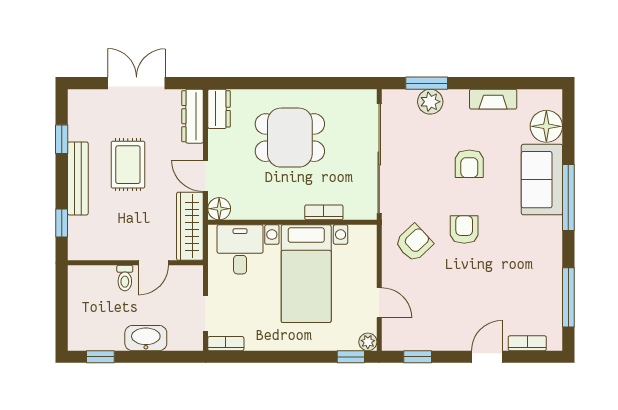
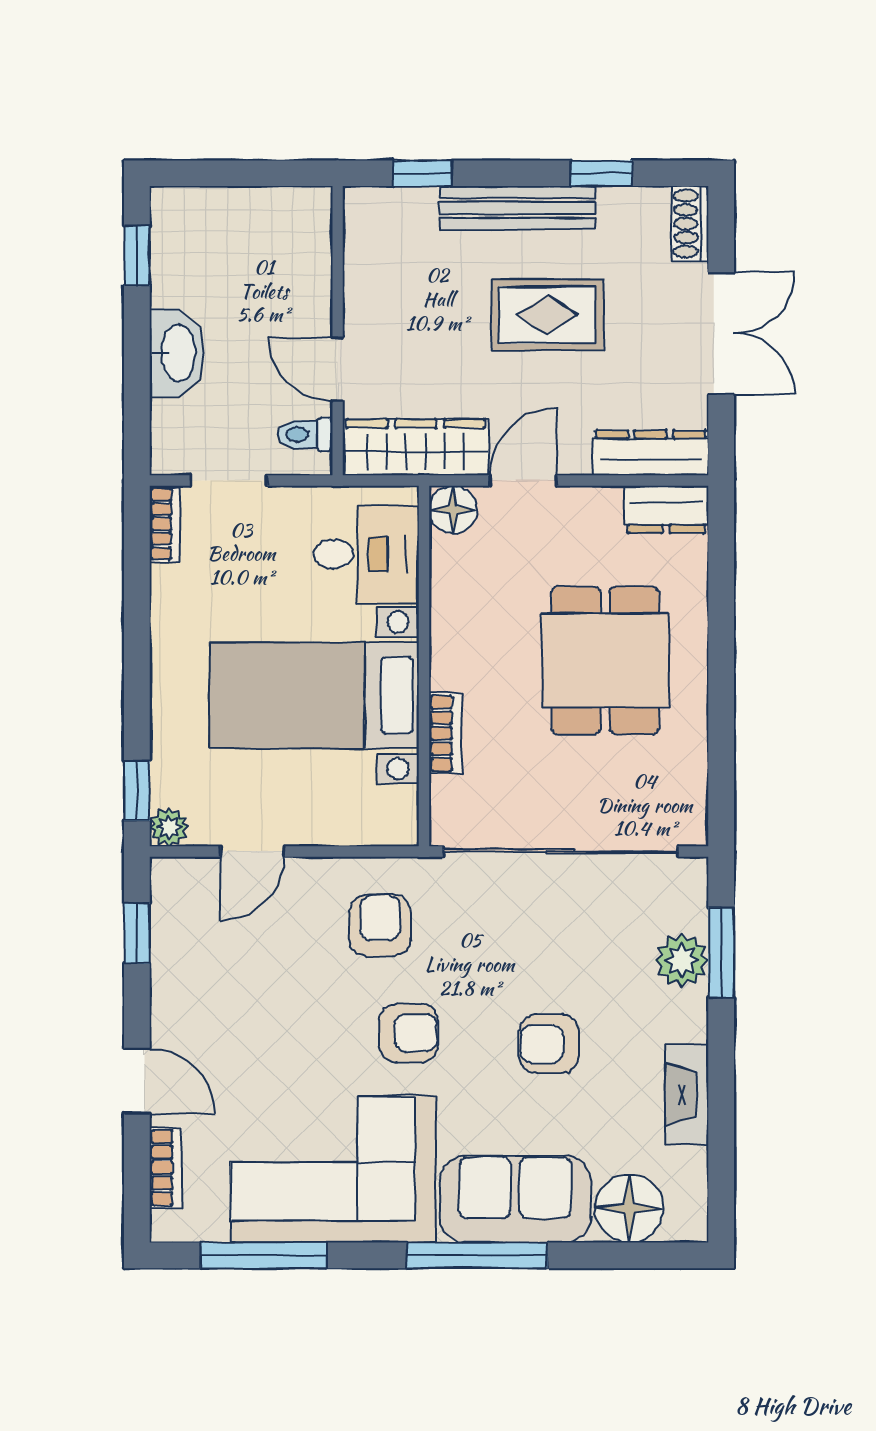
shoe rack: (85, 98) -> (690, 224), added
armchair: (414, 243) -> (380, 925), turned -137
corner sofa: (528, 265) -> (333, 1169), added
toilet: (125, 278) -> (305, 434), moved

